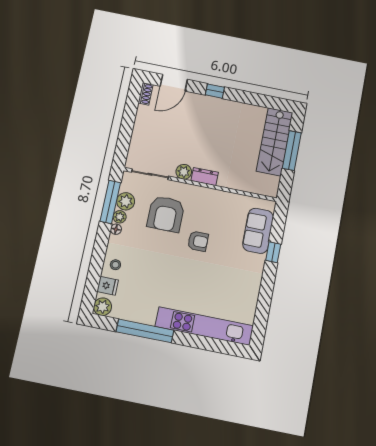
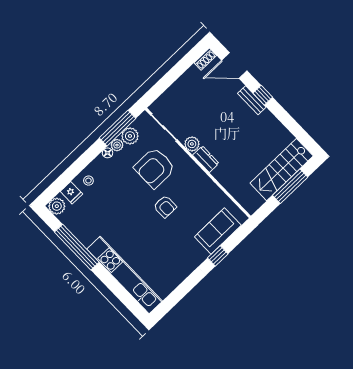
bench: (209, 101) -> (252, 100), added

